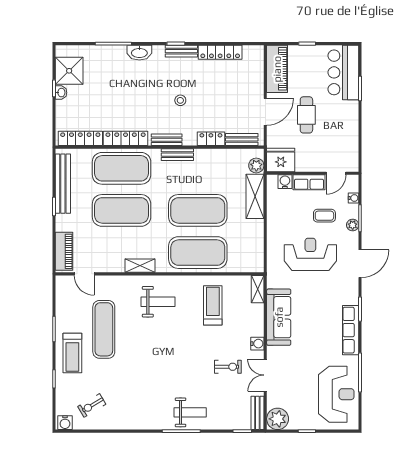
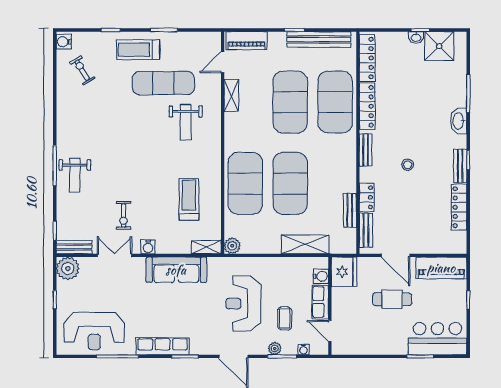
bench: (177, 155) -> (350, 210), moved
plant: (256, 166) -> (232, 246), moved
reception desk: (310, 254) -> (243, 303), turned 180
shelving: (140, 266) -> (231, 95), moved
weight bench: (158, 302) -> (186, 122), moved
treadmill: (213, 305) -> (189, 199), turned -90

